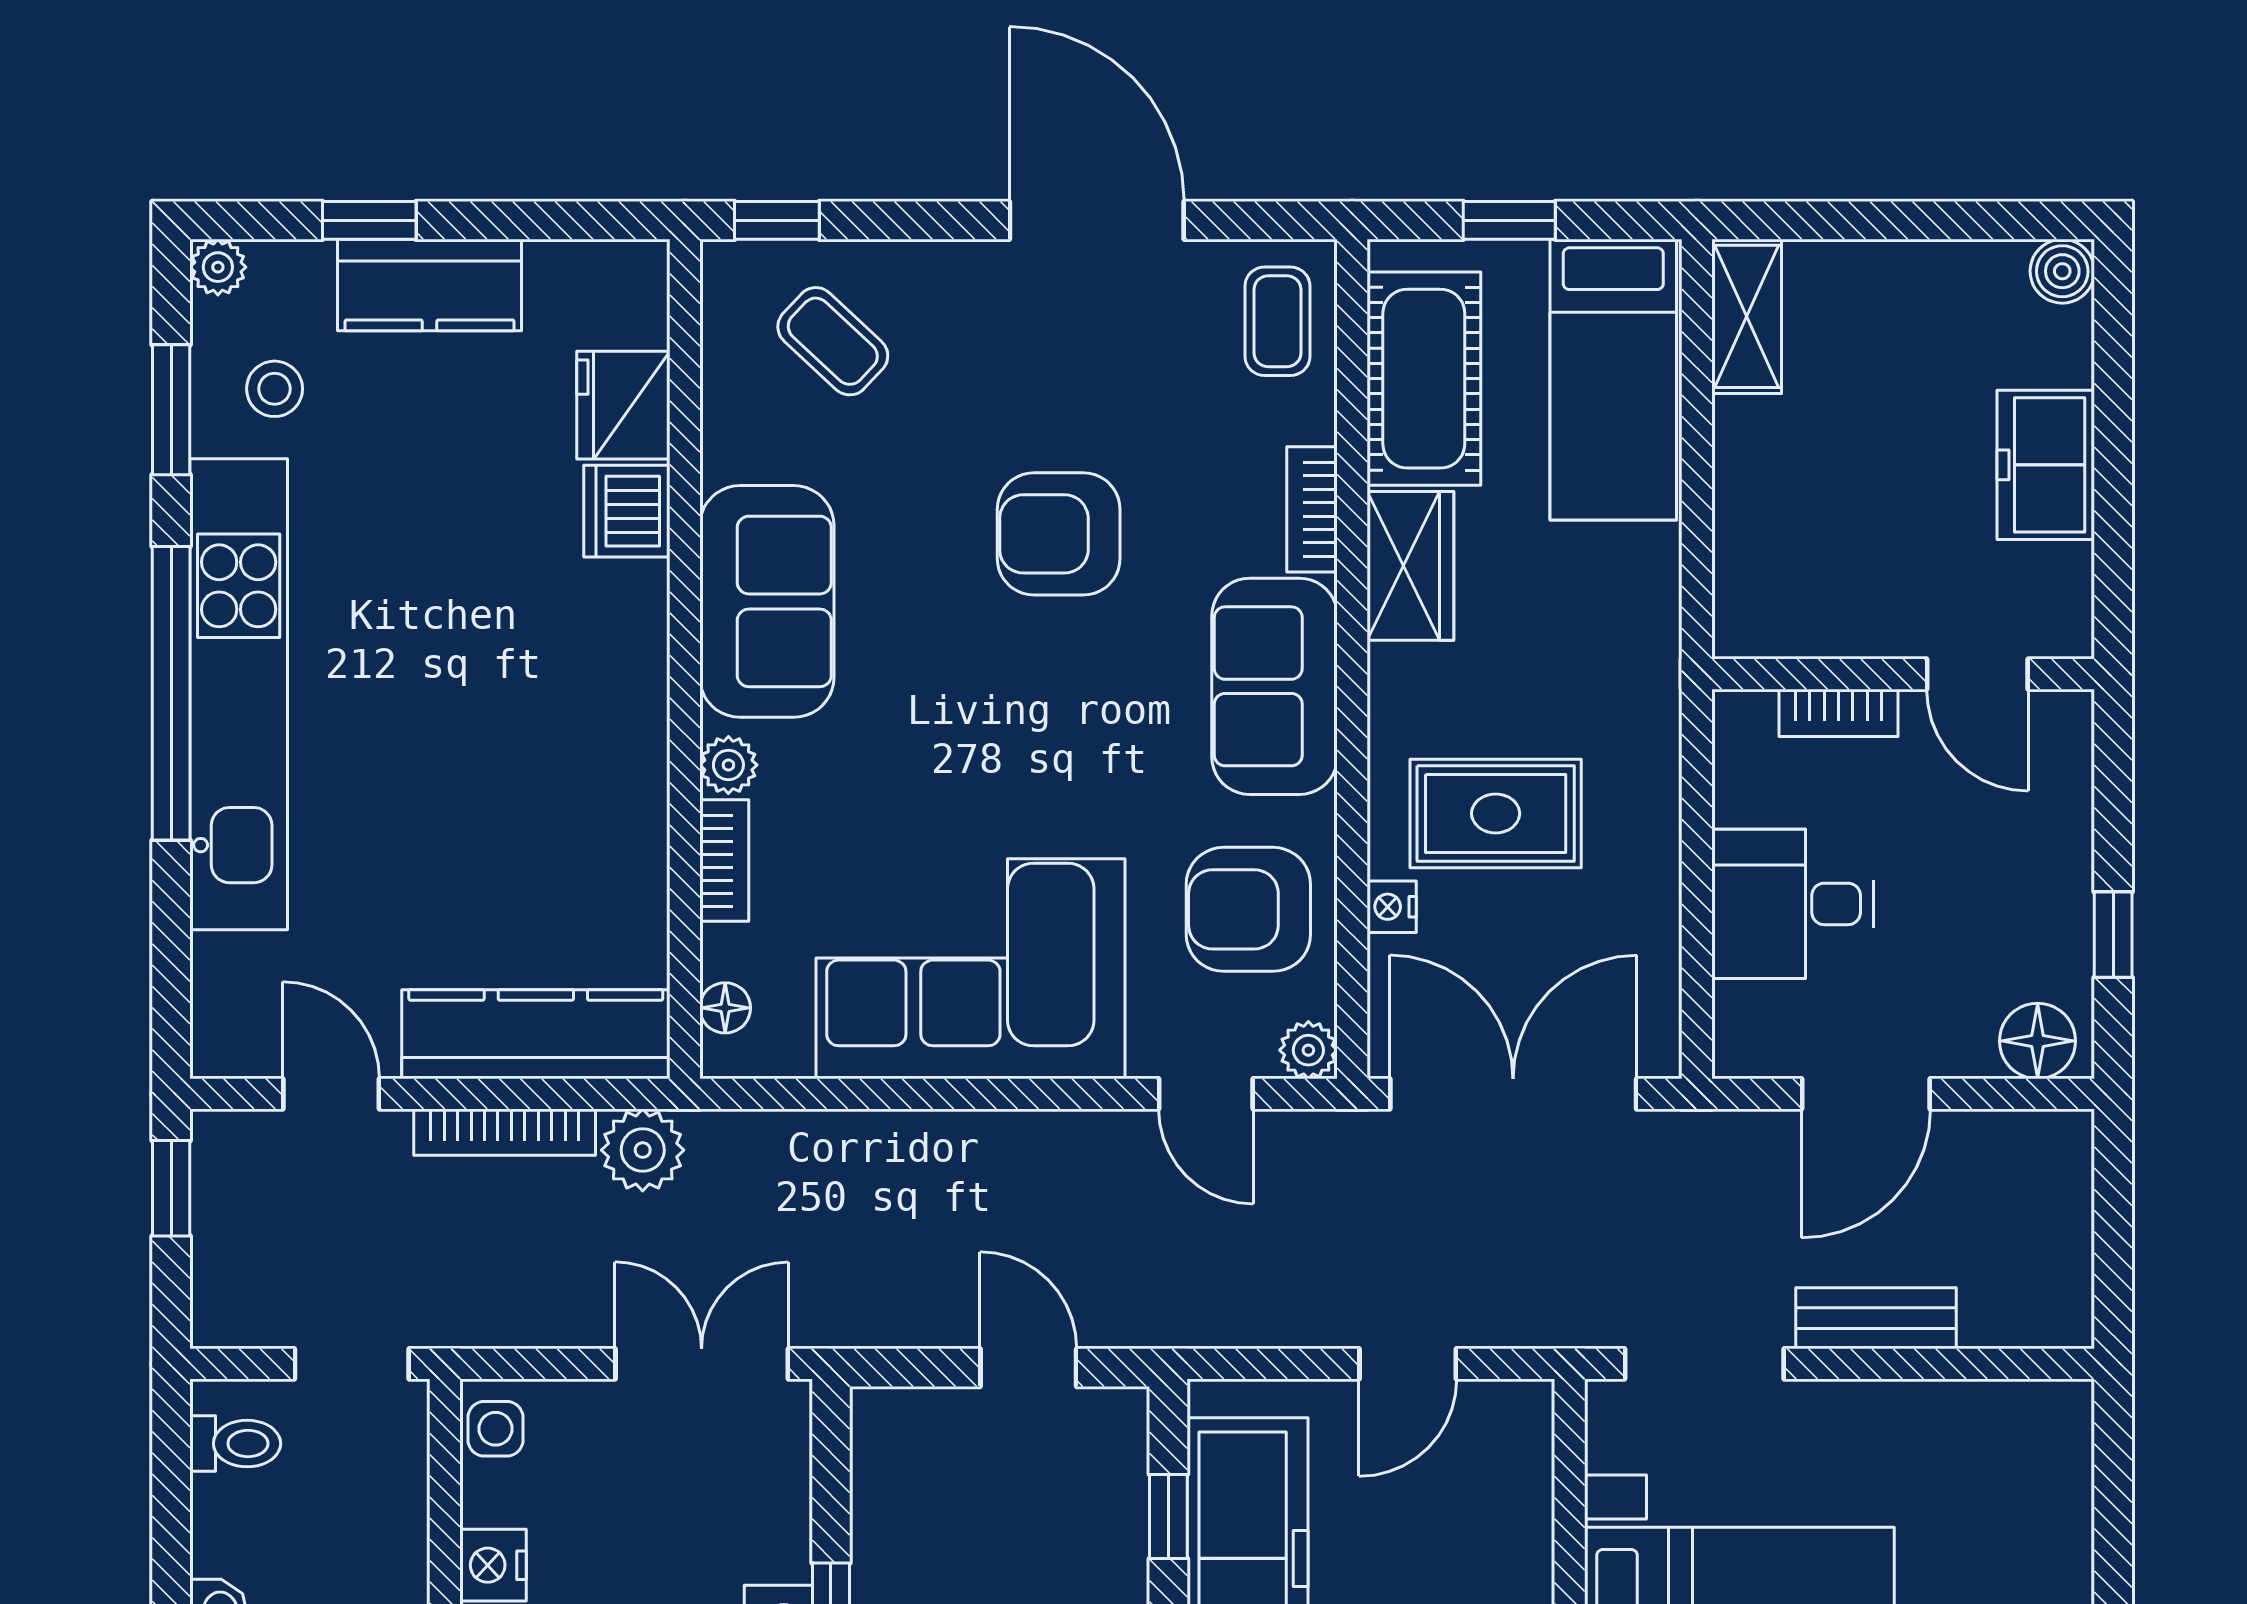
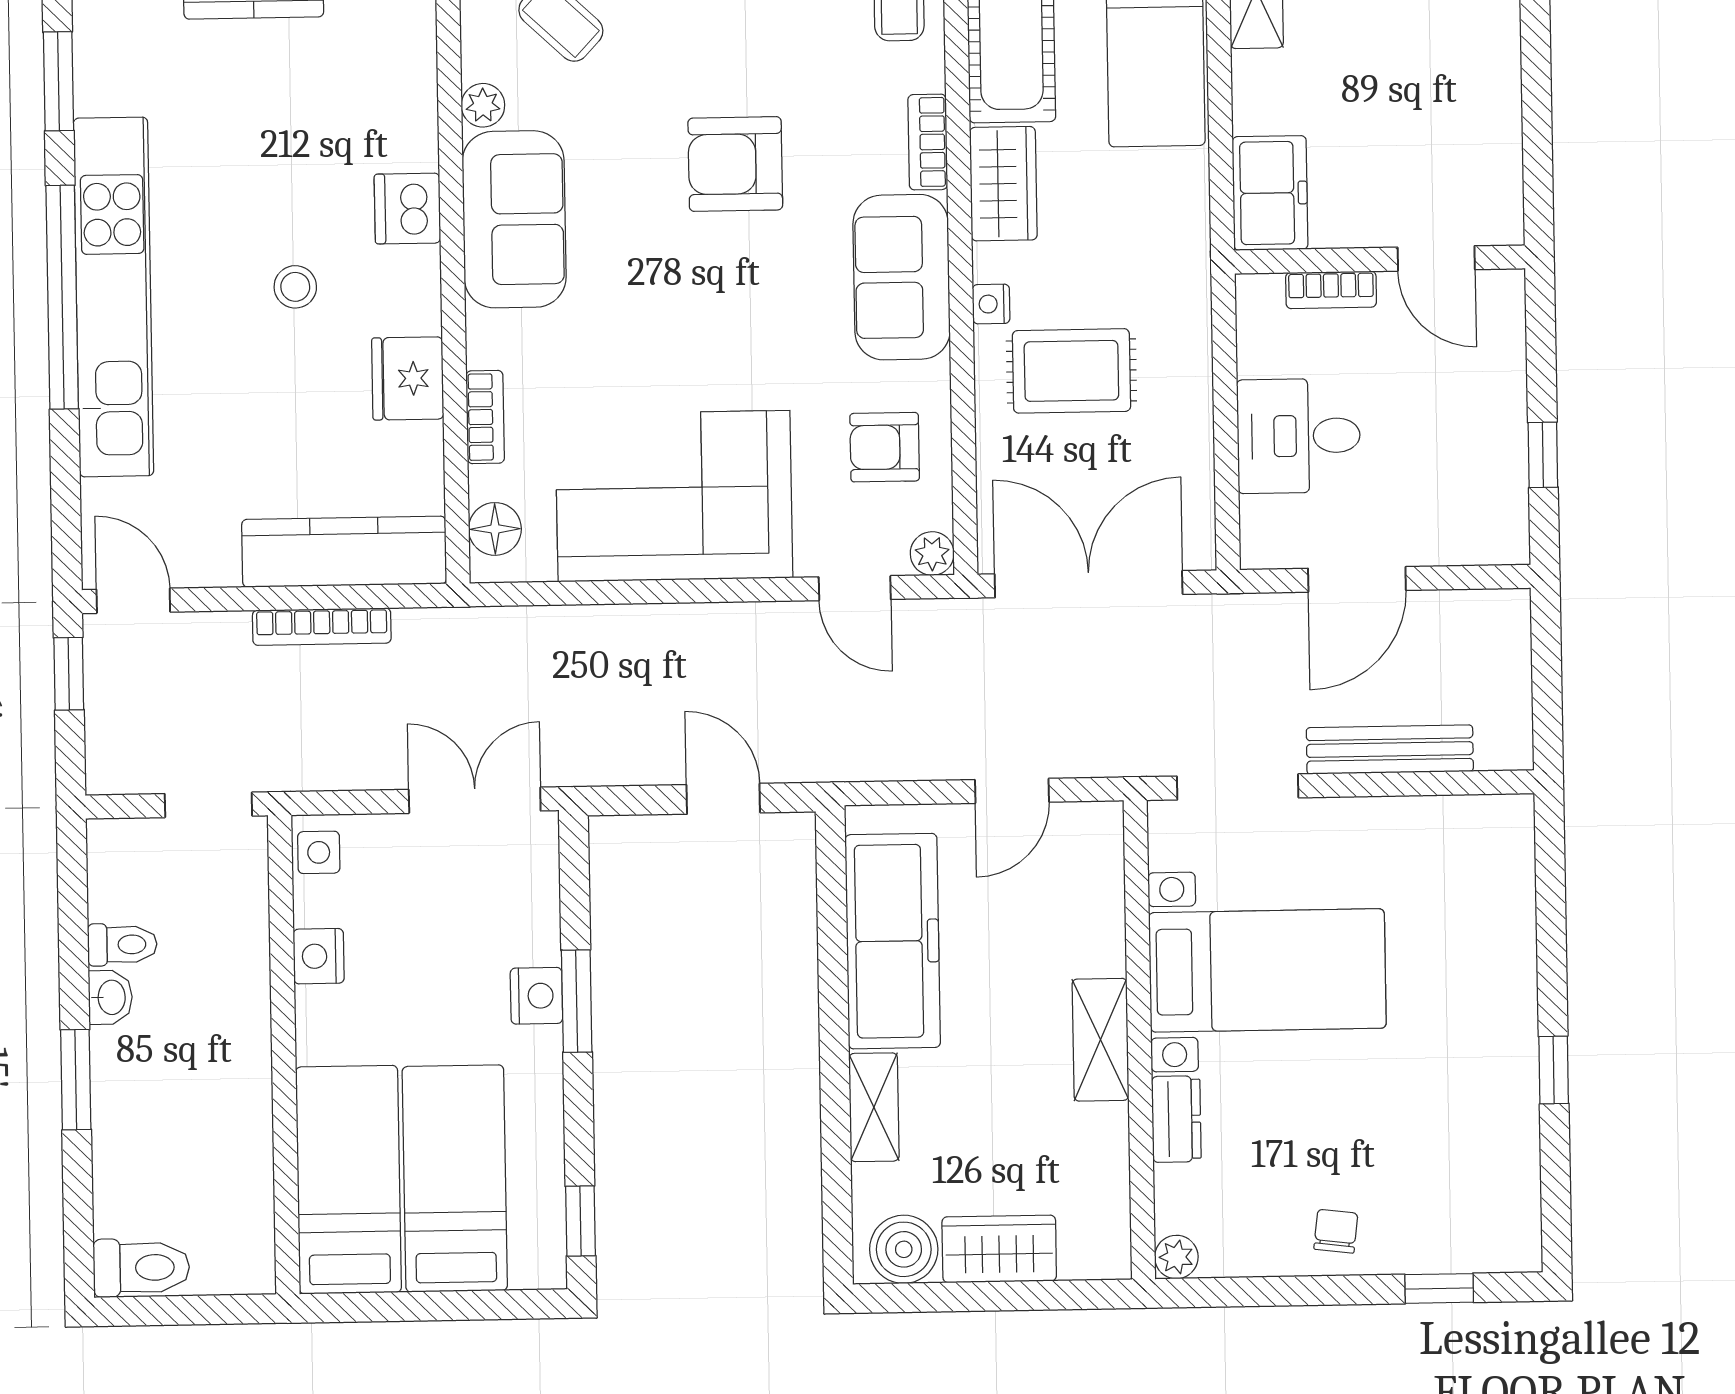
stool: (275, 389) -> (295, 287), moved
fridge: (623, 405) -> (408, 378), moved
freezer: (2046, 465) -> (1270, 193), moved, turned 180
dishwasher: (627, 511) -> (407, 209), moved
plant: (728, 765) -> (483, 105), moved
nightstand: (1392, 907) -> (991, 304), moved
armchair: (1248, 909) -> (885, 447), width x0.72, depth x0.72
floor lamp: (725, 1008) -> (495, 529), width x1.37, depth x1.37
floor lamp: (2038, 1041) -> (1487, 537), removed
door: (331, 1094) -> (133, 601), moved
plant: (643, 1150) -> (427, 638), removed
bench: (1876, 1318) -> (1390, 750), width x1.36
toilet: (235, 1444) -> (122, 945), moved
window: (1168, 1517) -> (832, 910), removed

